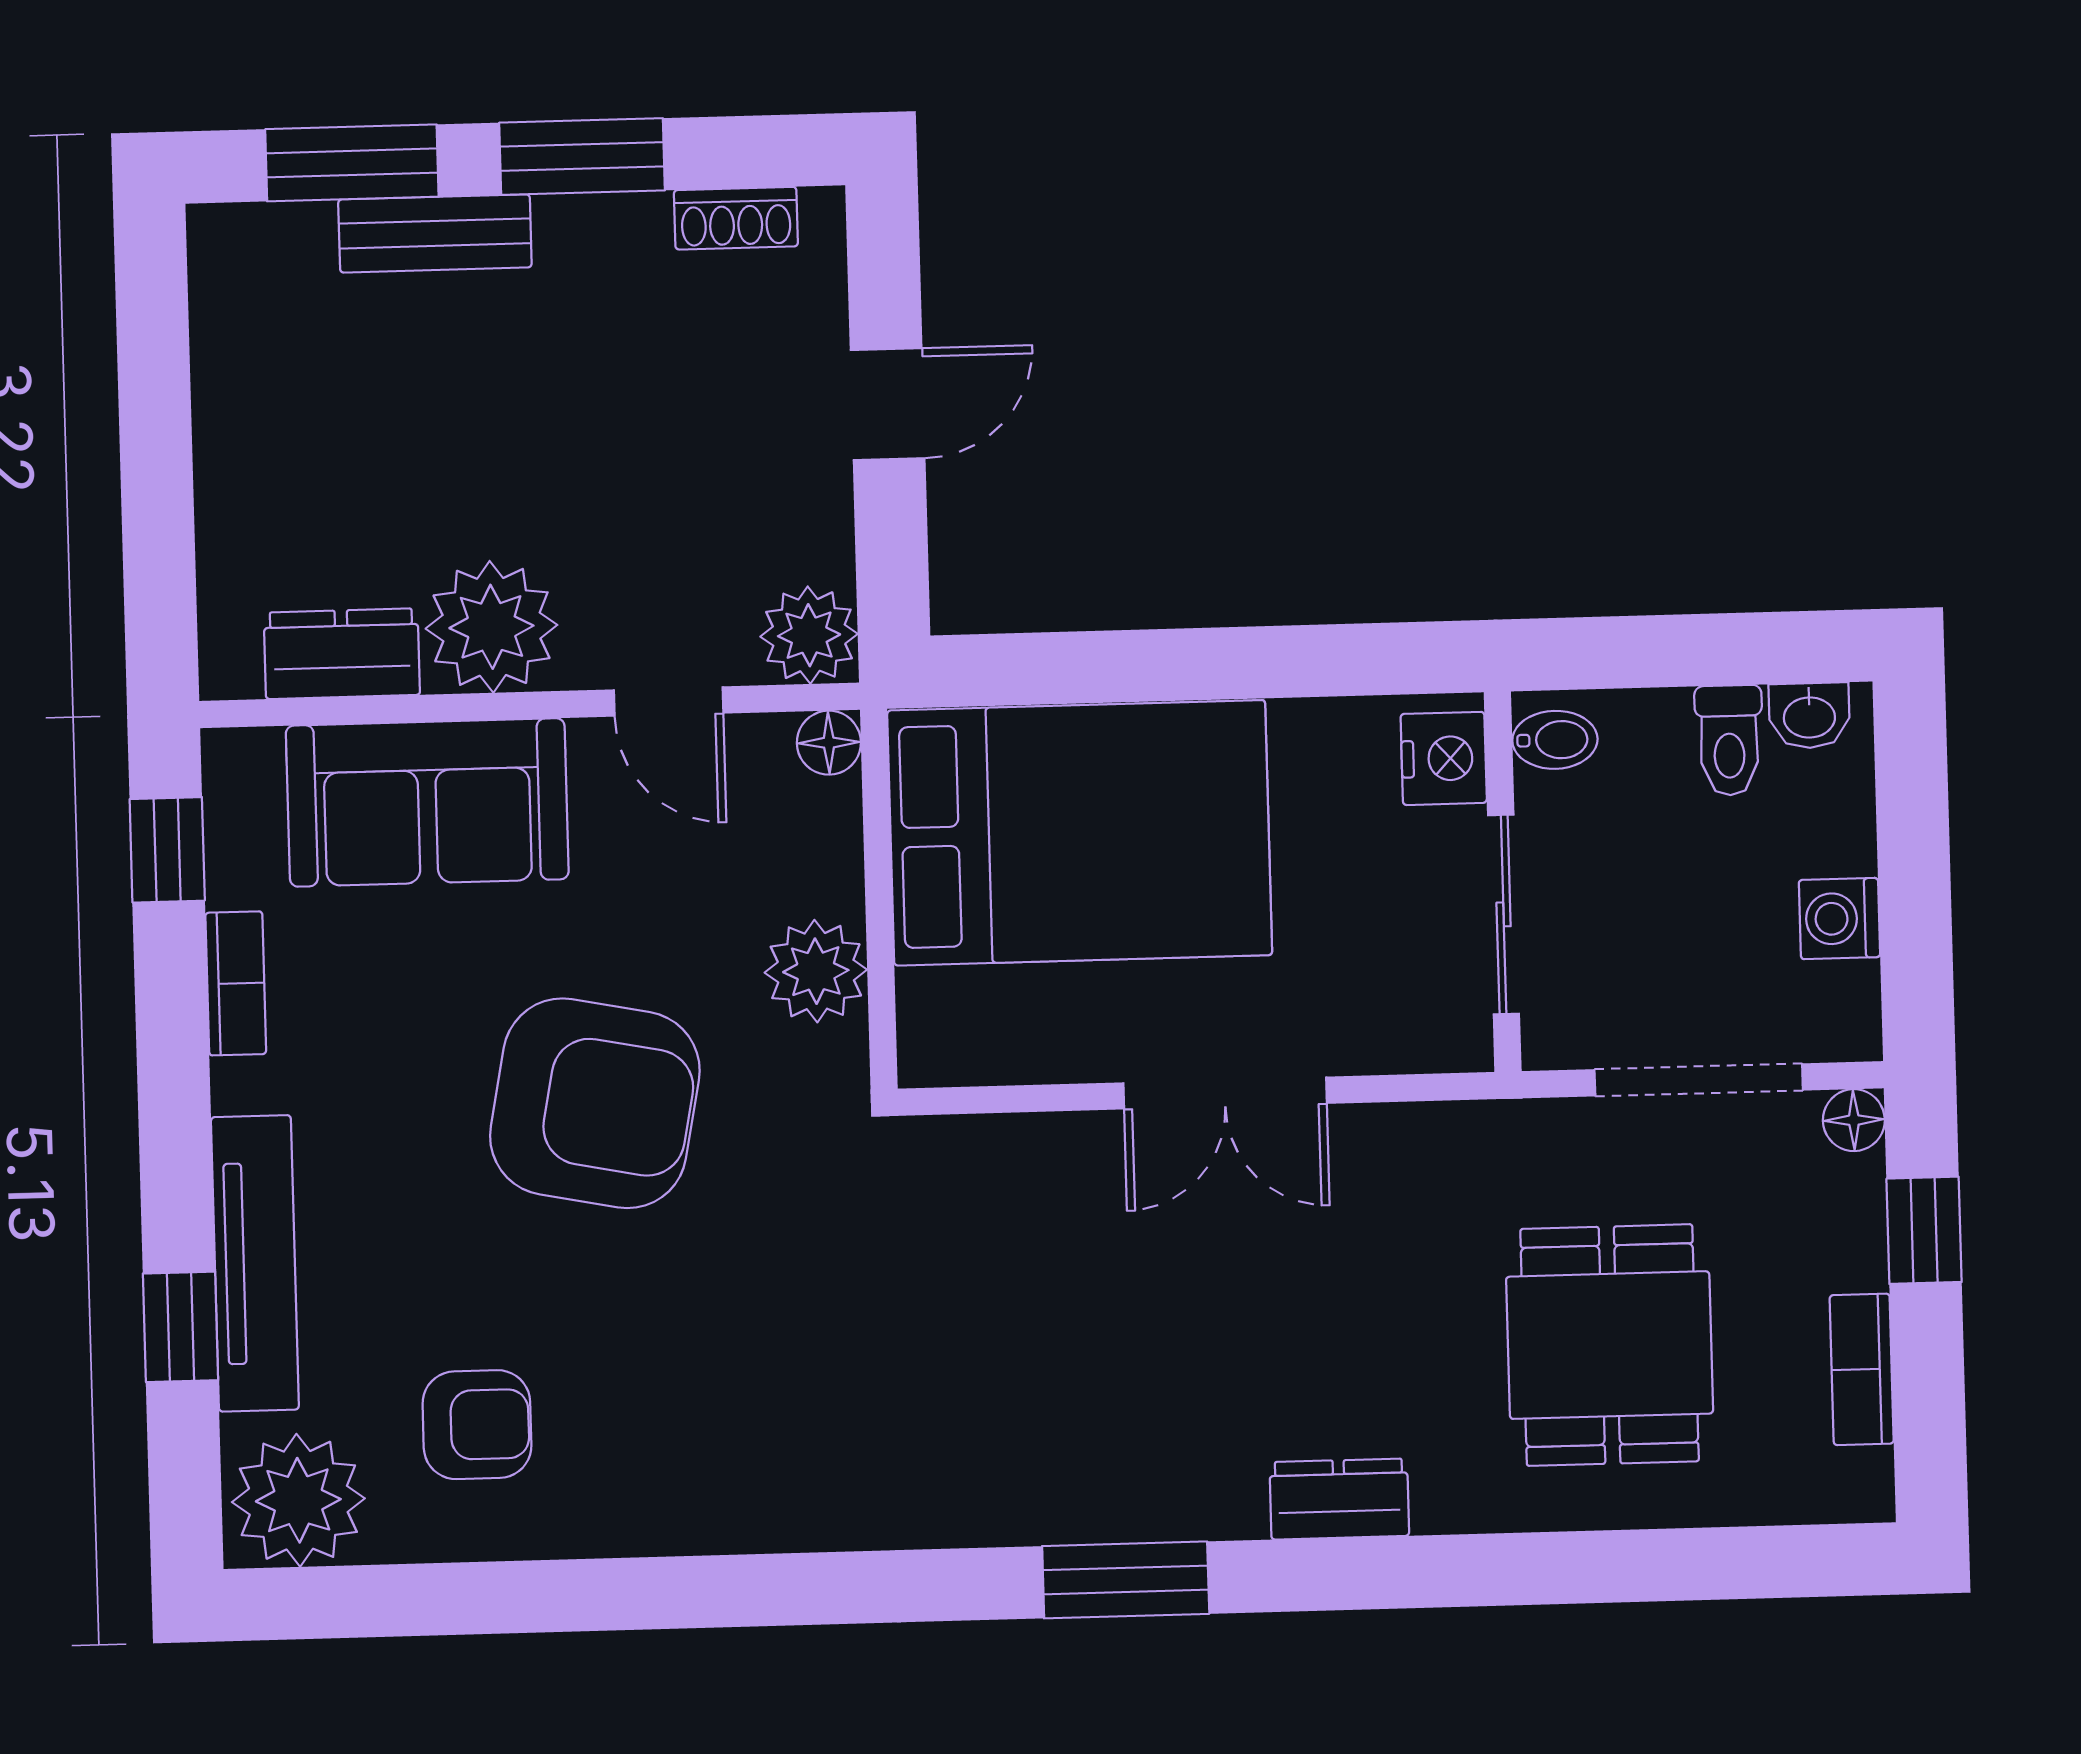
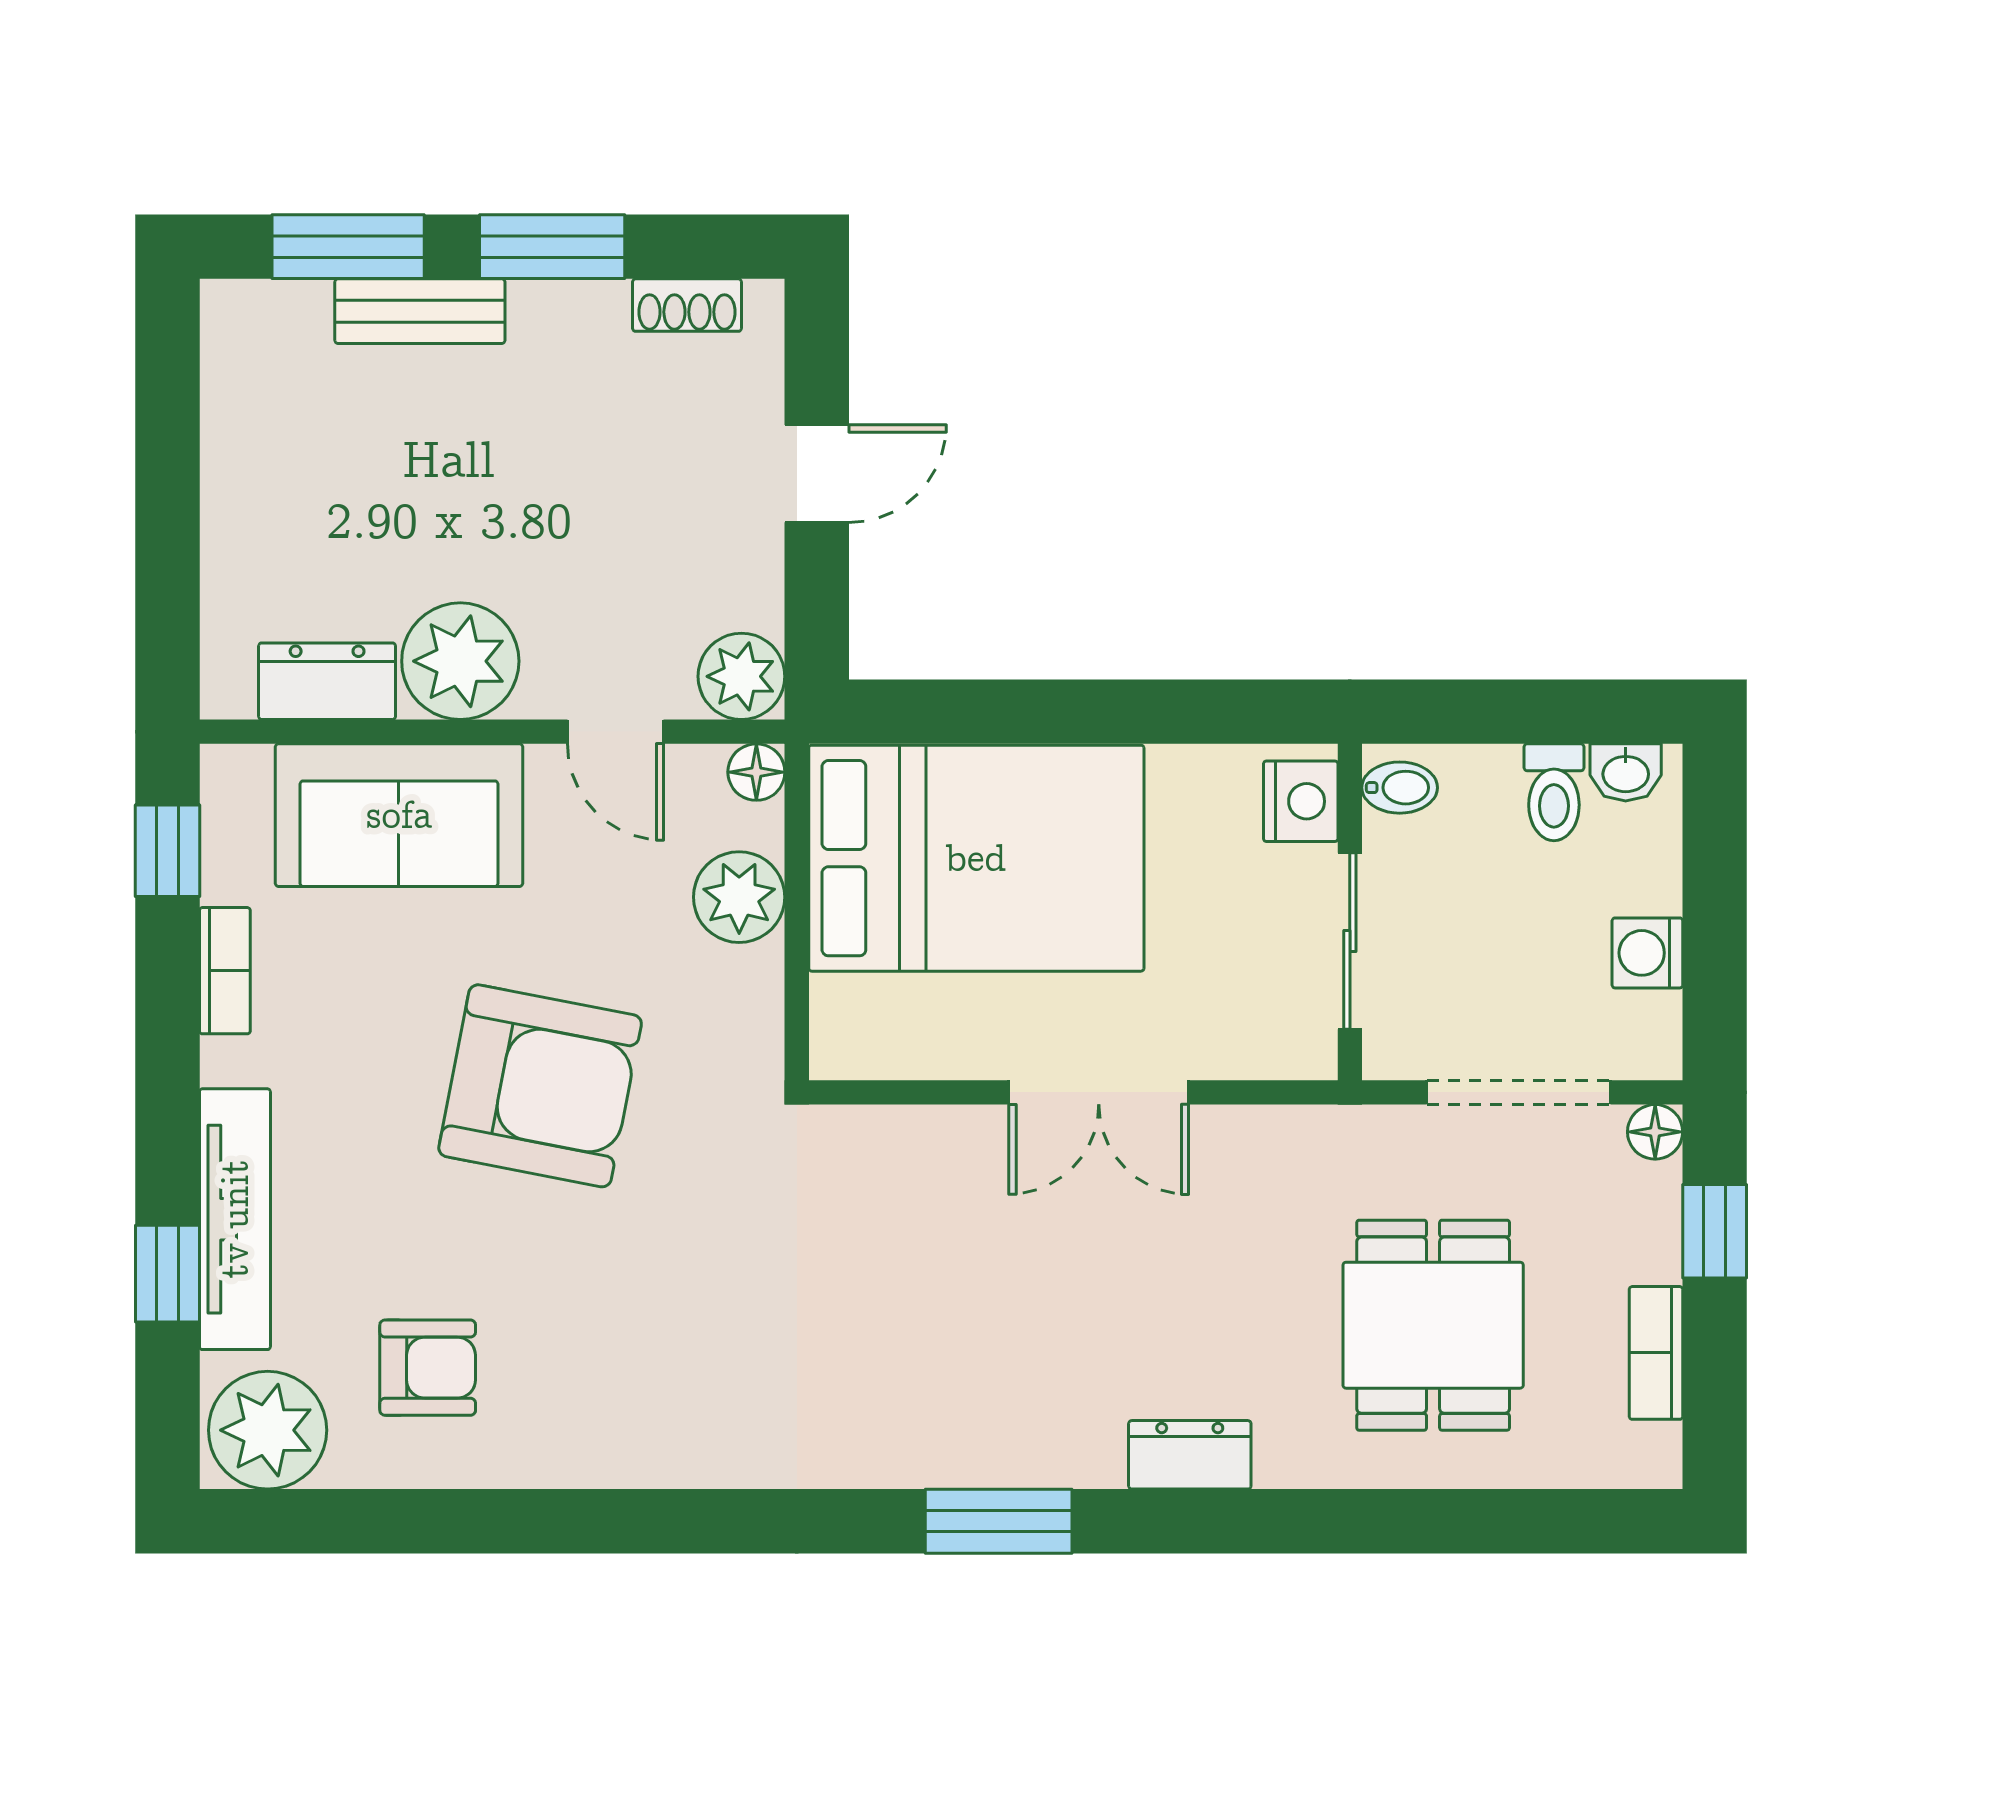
plant: (816, 971) -> (739, 897), moved

